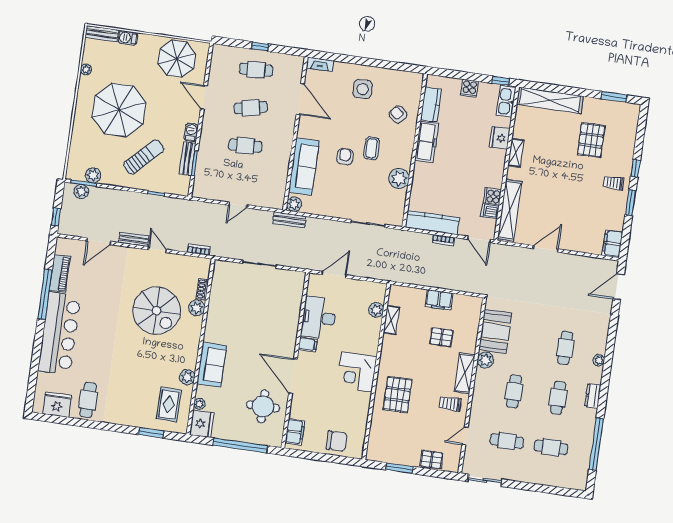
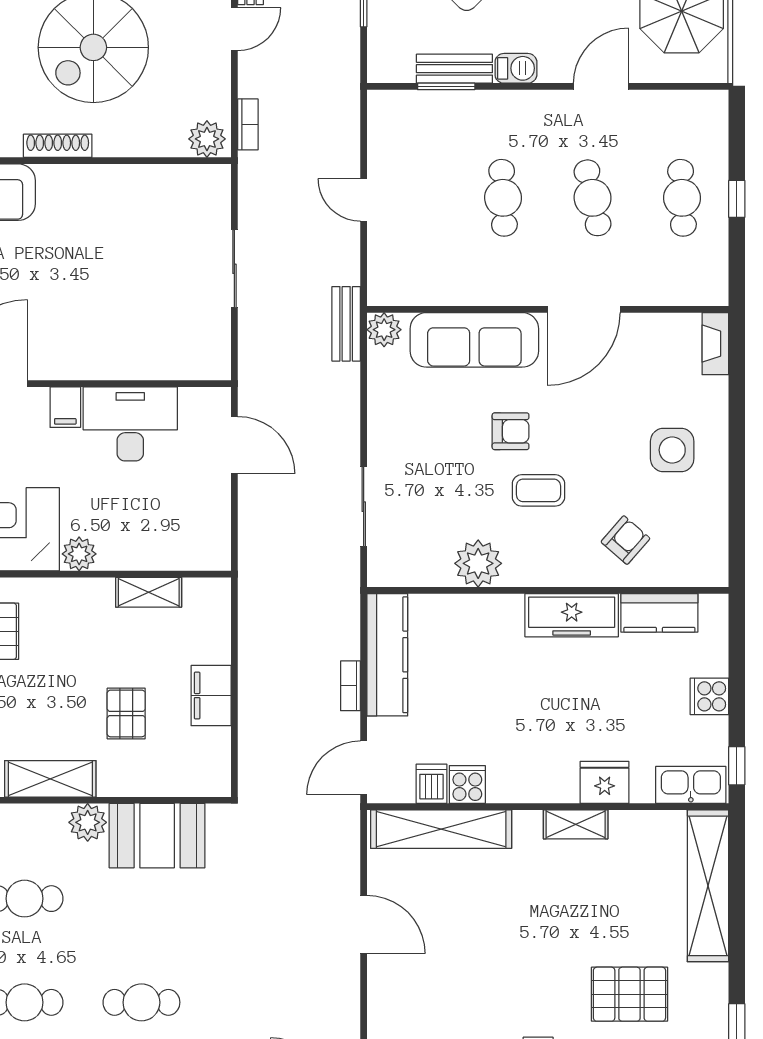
door: (300, 99) -> (584, 309), moved
shoe rack: (202, 289) -> (58, 146), moved, width x1.43
plant: (197, 308) -> (207, 139), moved
plant: (376, 310) -> (79, 554), moved

